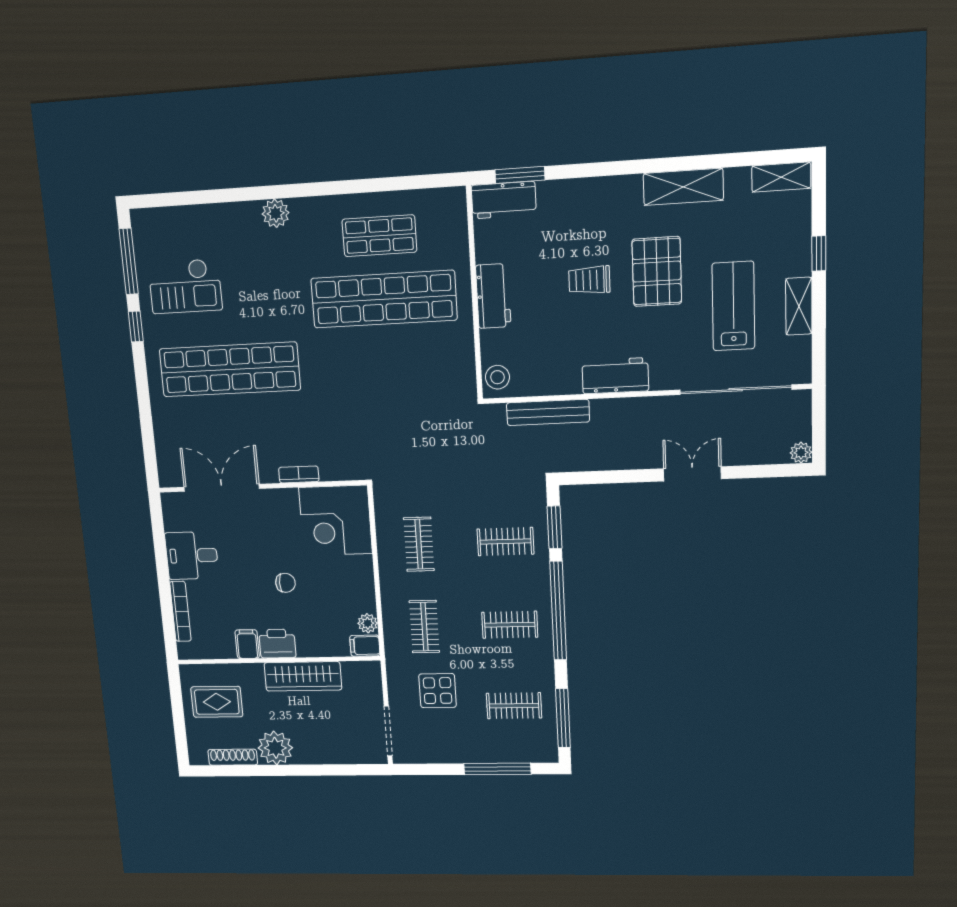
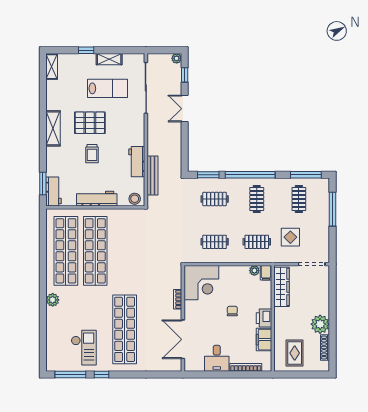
shelving: (683, 187) -> (53, 128), moved
shop shelf: (379, 236) -> (66, 251), width x2.00, depth x1.36
workbench: (493, 296) -> (97, 199), width x1.38
lab bench: (733, 306) -> (107, 88), turned 180
workbench: (615, 376) -> (137, 162), moved
window: (765, 471) -> (185, 75), added
clothes rail: (505, 542) -> (215, 199), turned 90
filing cabinet: (247, 644) -> (264, 340), width x2.00
wardrobe: (303, 676) -> (282, 287), moved

